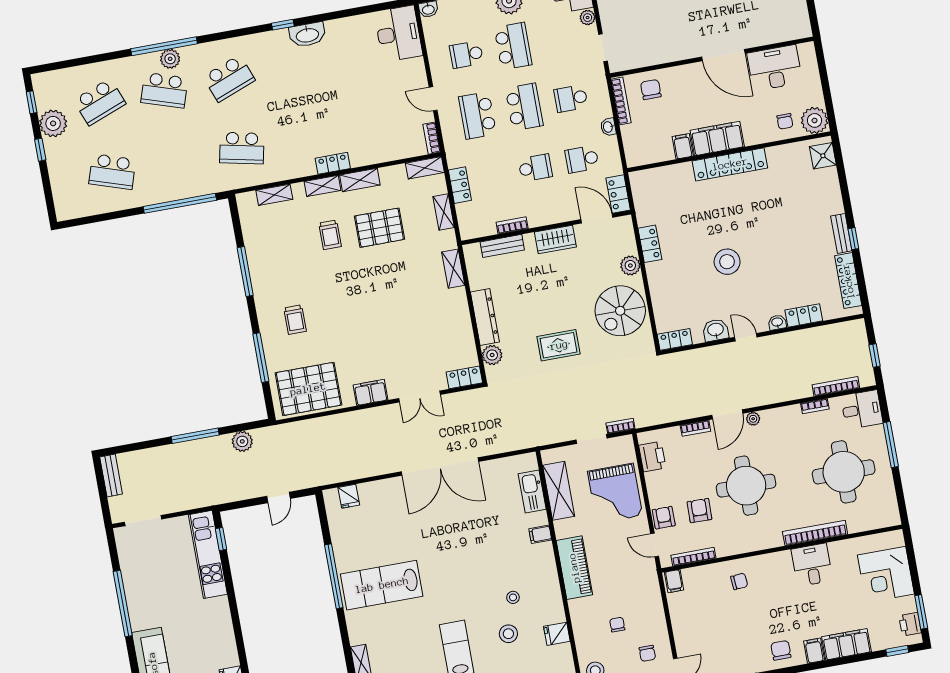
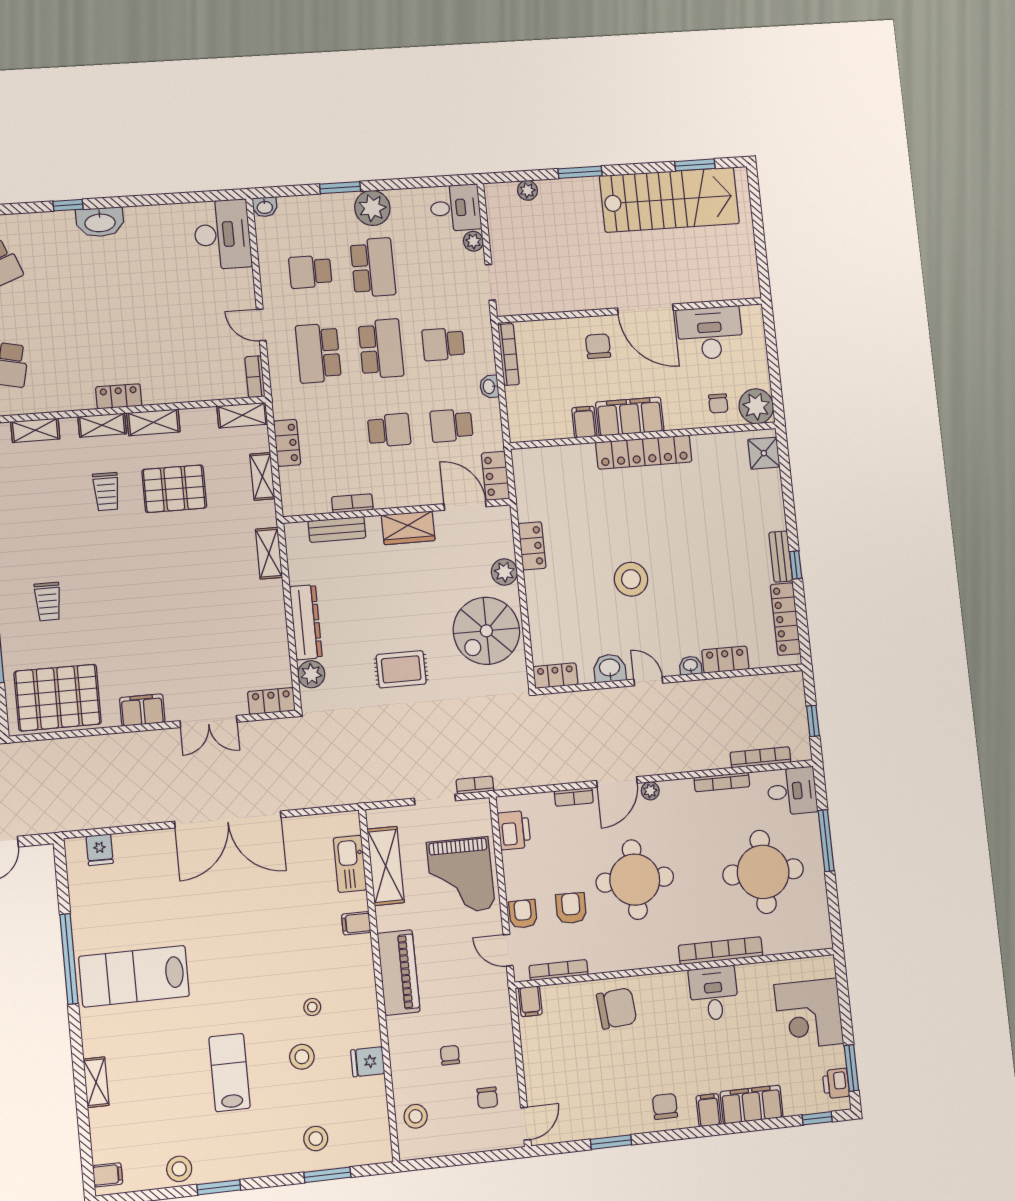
chair: (651, 90) -> (598, 346), moved
bookcase: (815, 406) -> (722, 782), width x1.56
chair: (739, 581) -> (617, 1008), width x1.87, depth x1.87

